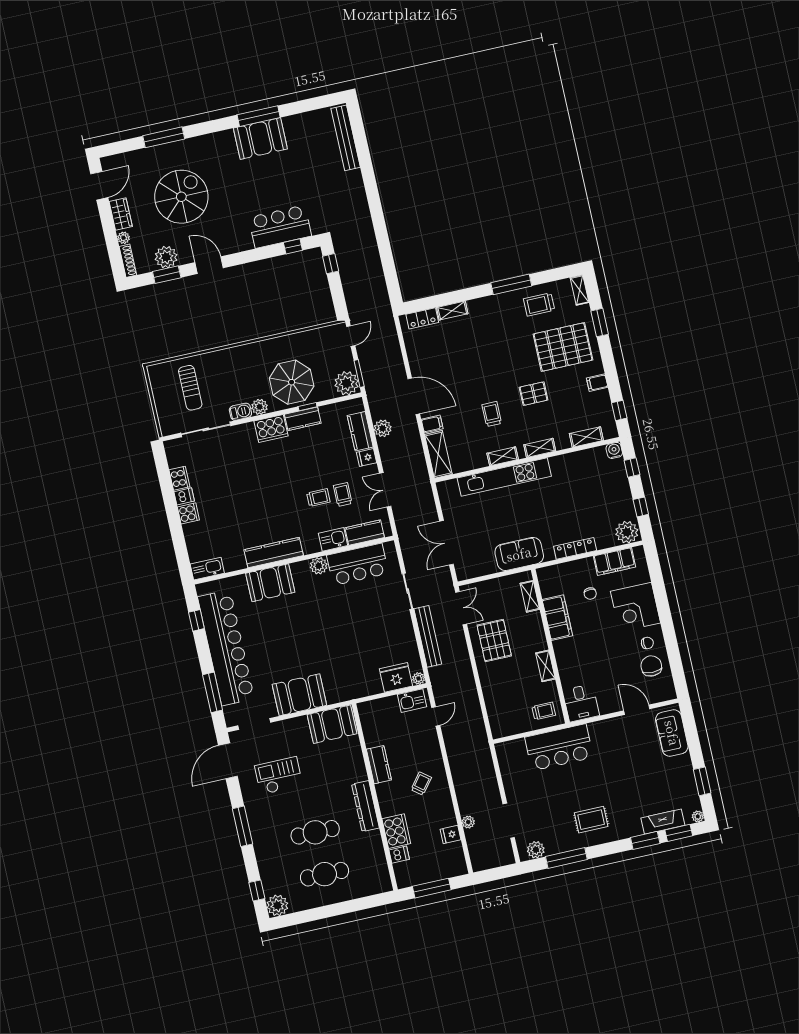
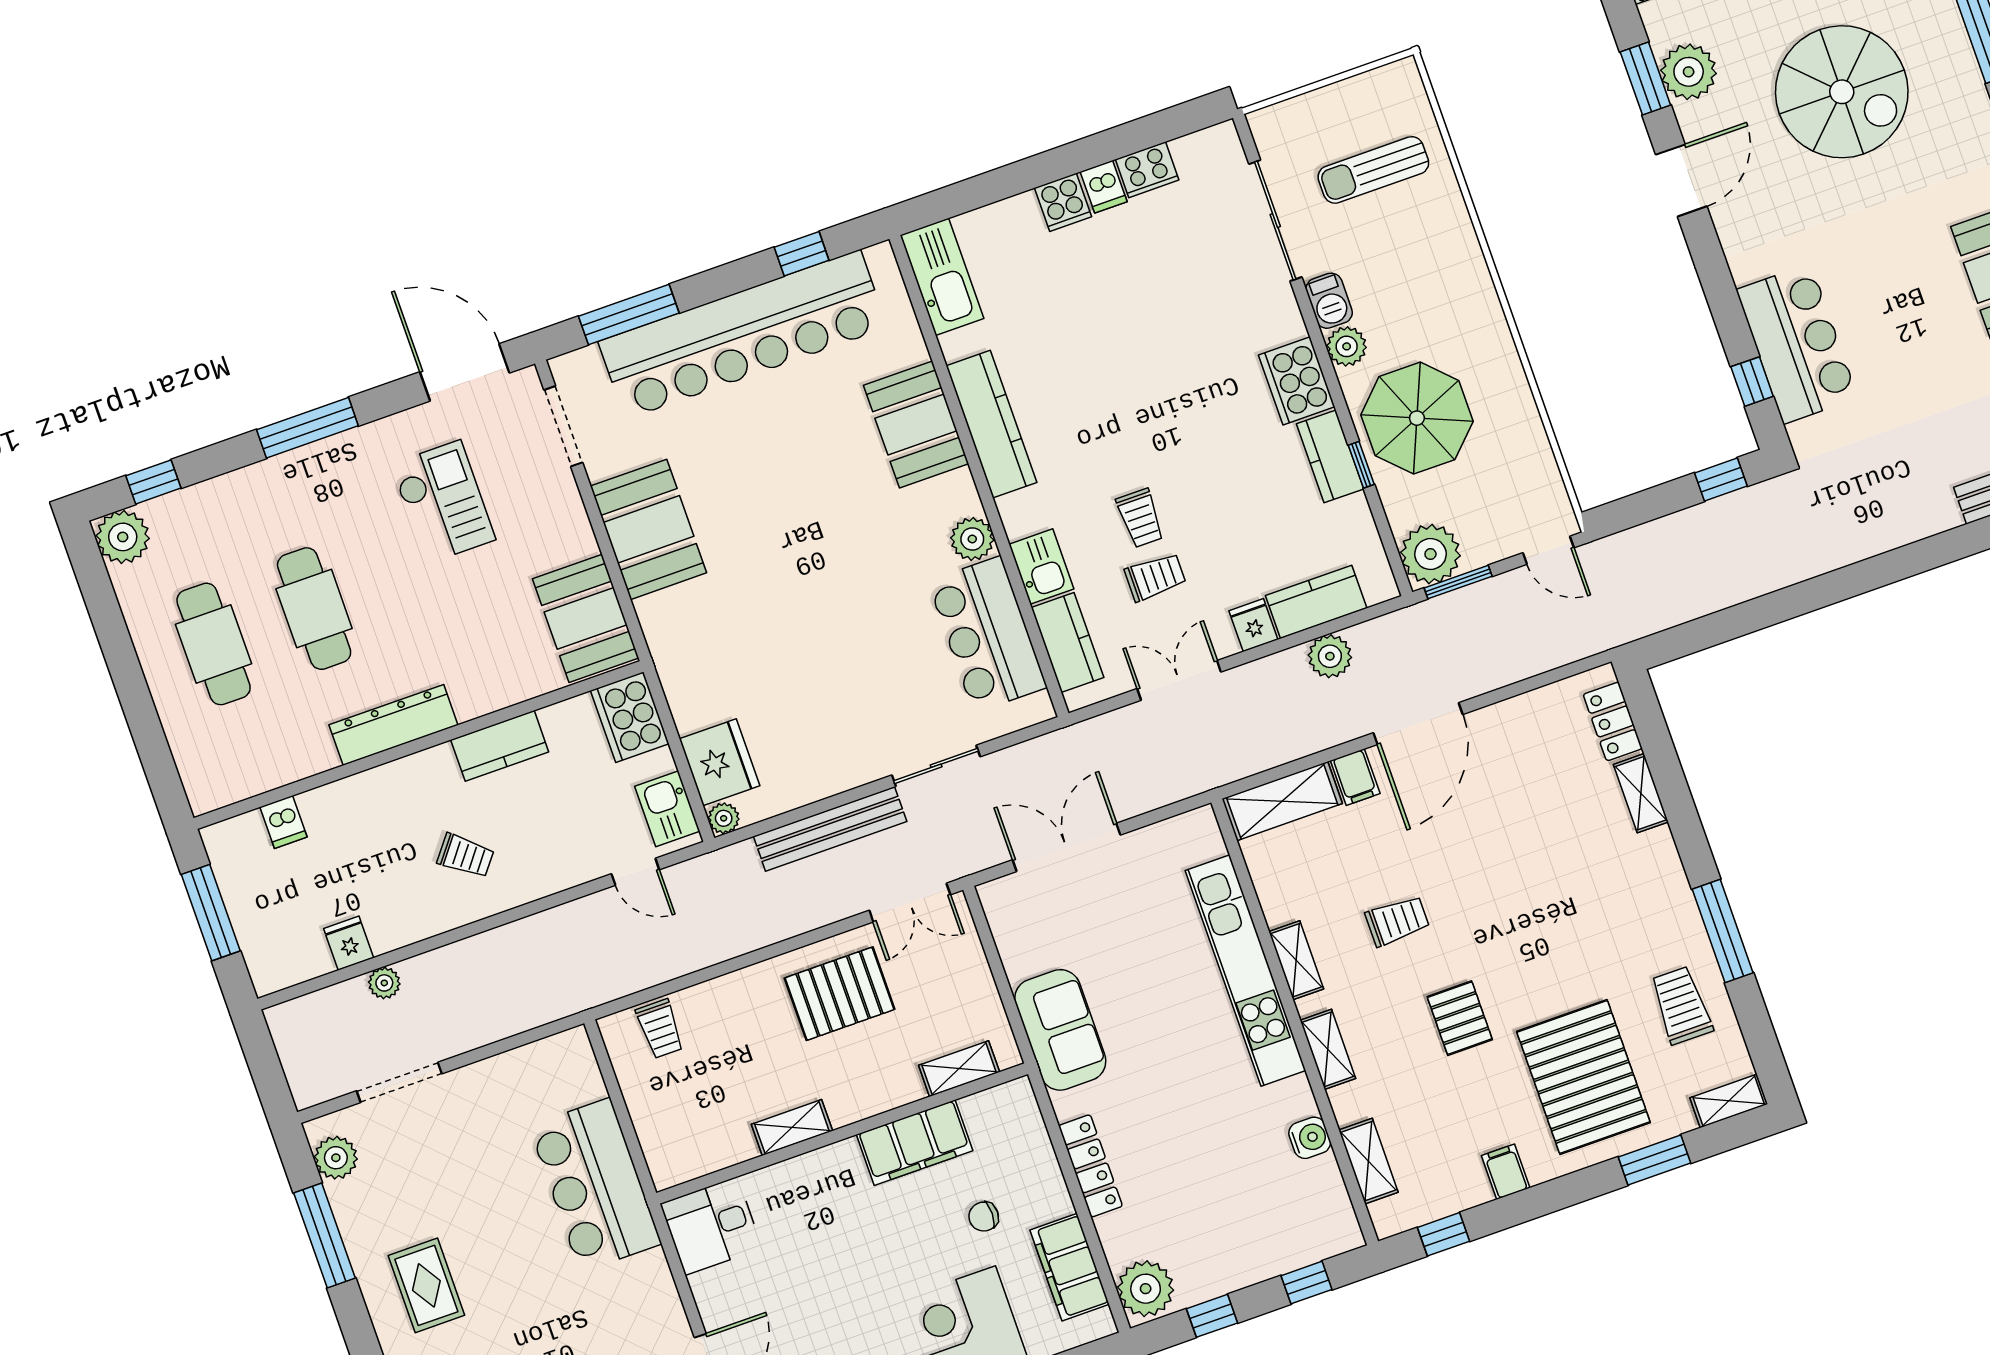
water cooler: (614, 450) -> (1310, 1138), moved
kitchen sink: (207, 569) -> (942, 277), width x1.36, depth x1.24
trolley: (544, 711) -> (660, 1029), moved
cooker: (396, 831) -> (630, 717), moved, turned 90

